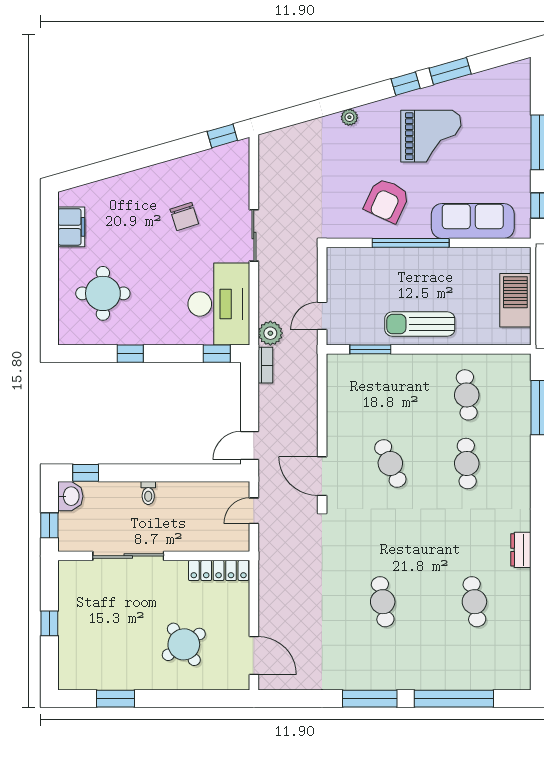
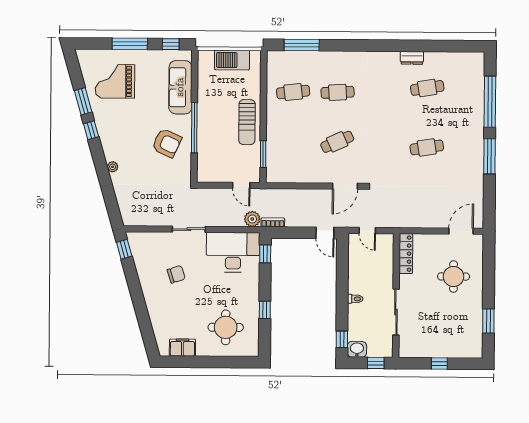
grand piano: (431, 136) -> (115, 81), moved, turned -90
dresser: (521, 550) -> (412, 58), moved
round table: (184, 644) -> (454, 276), turned 34

